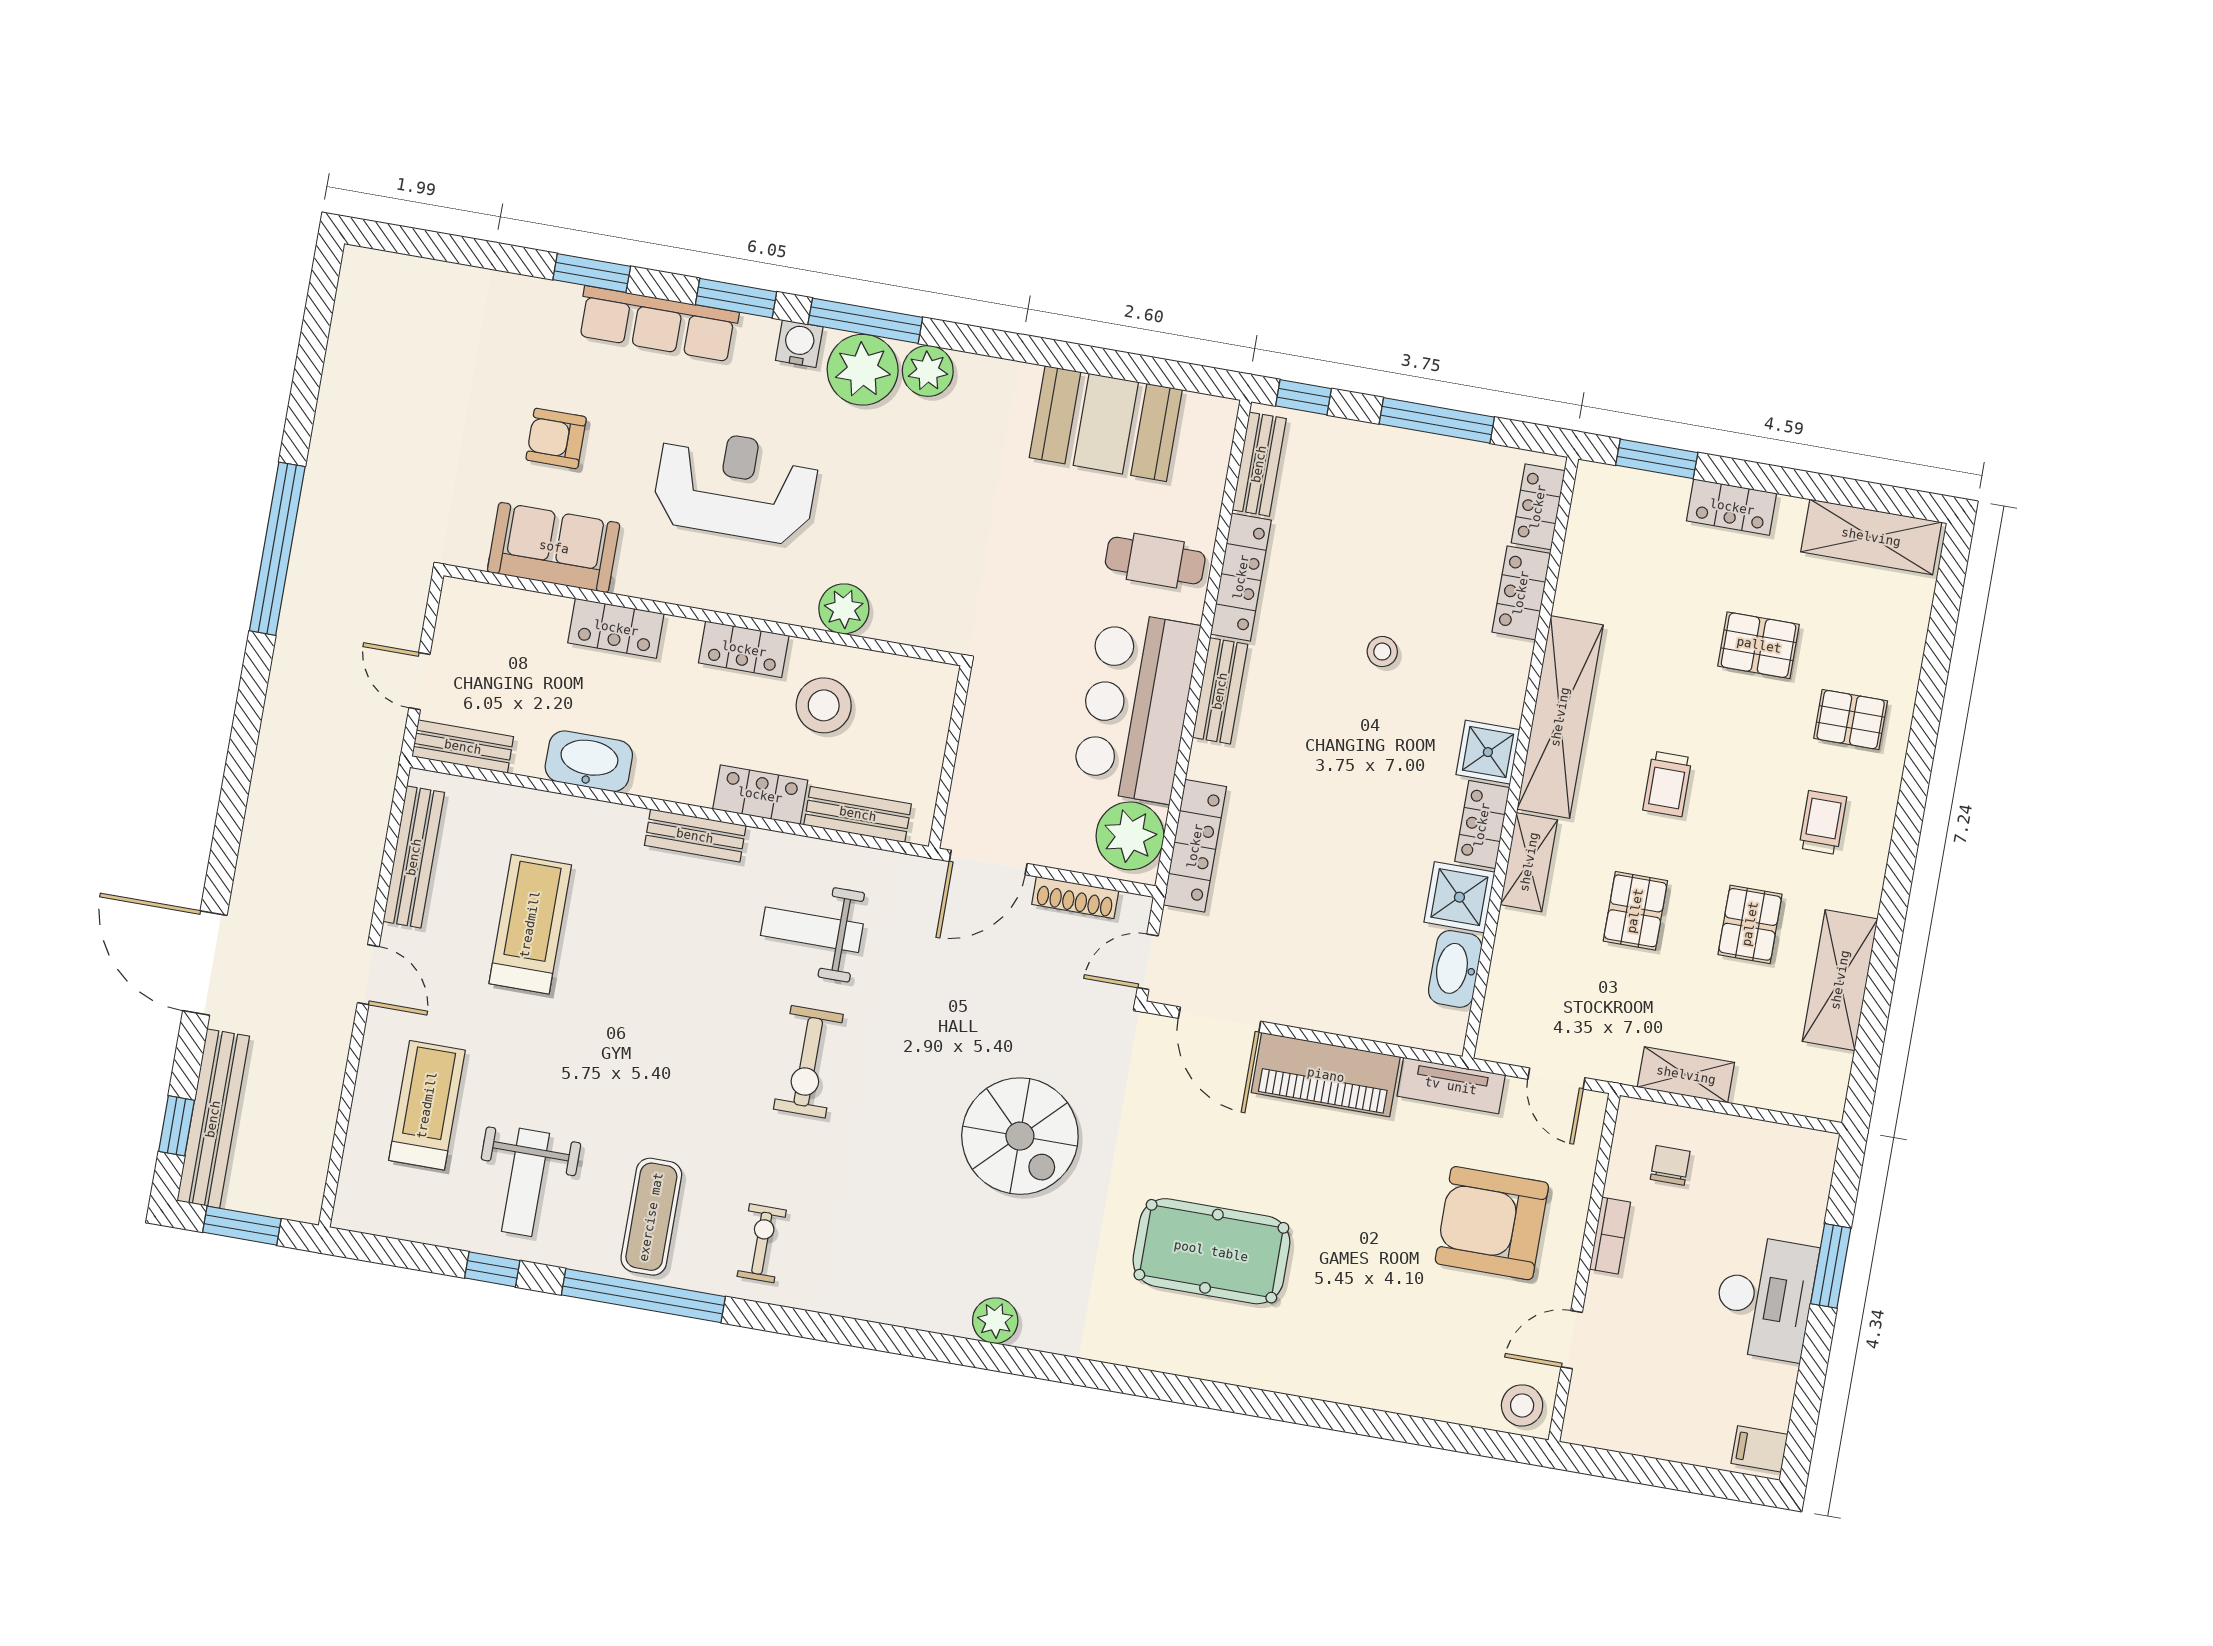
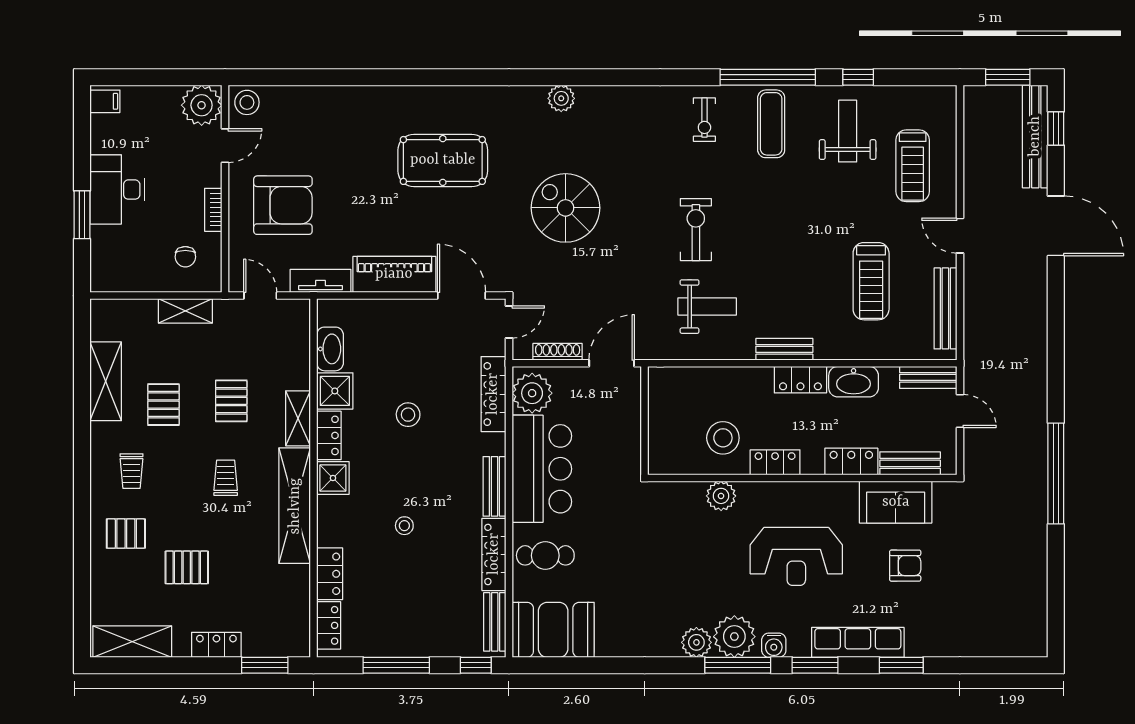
booth: (1106, 424) -> (553, 630), moved
locker: (760, 795) -> (800, 380), moved
bench: (858, 814) -> (910, 463), moved
stool: (1344, 836) -> (408, 415), added
plant: (1599, 1414) -> (202, 105), added

